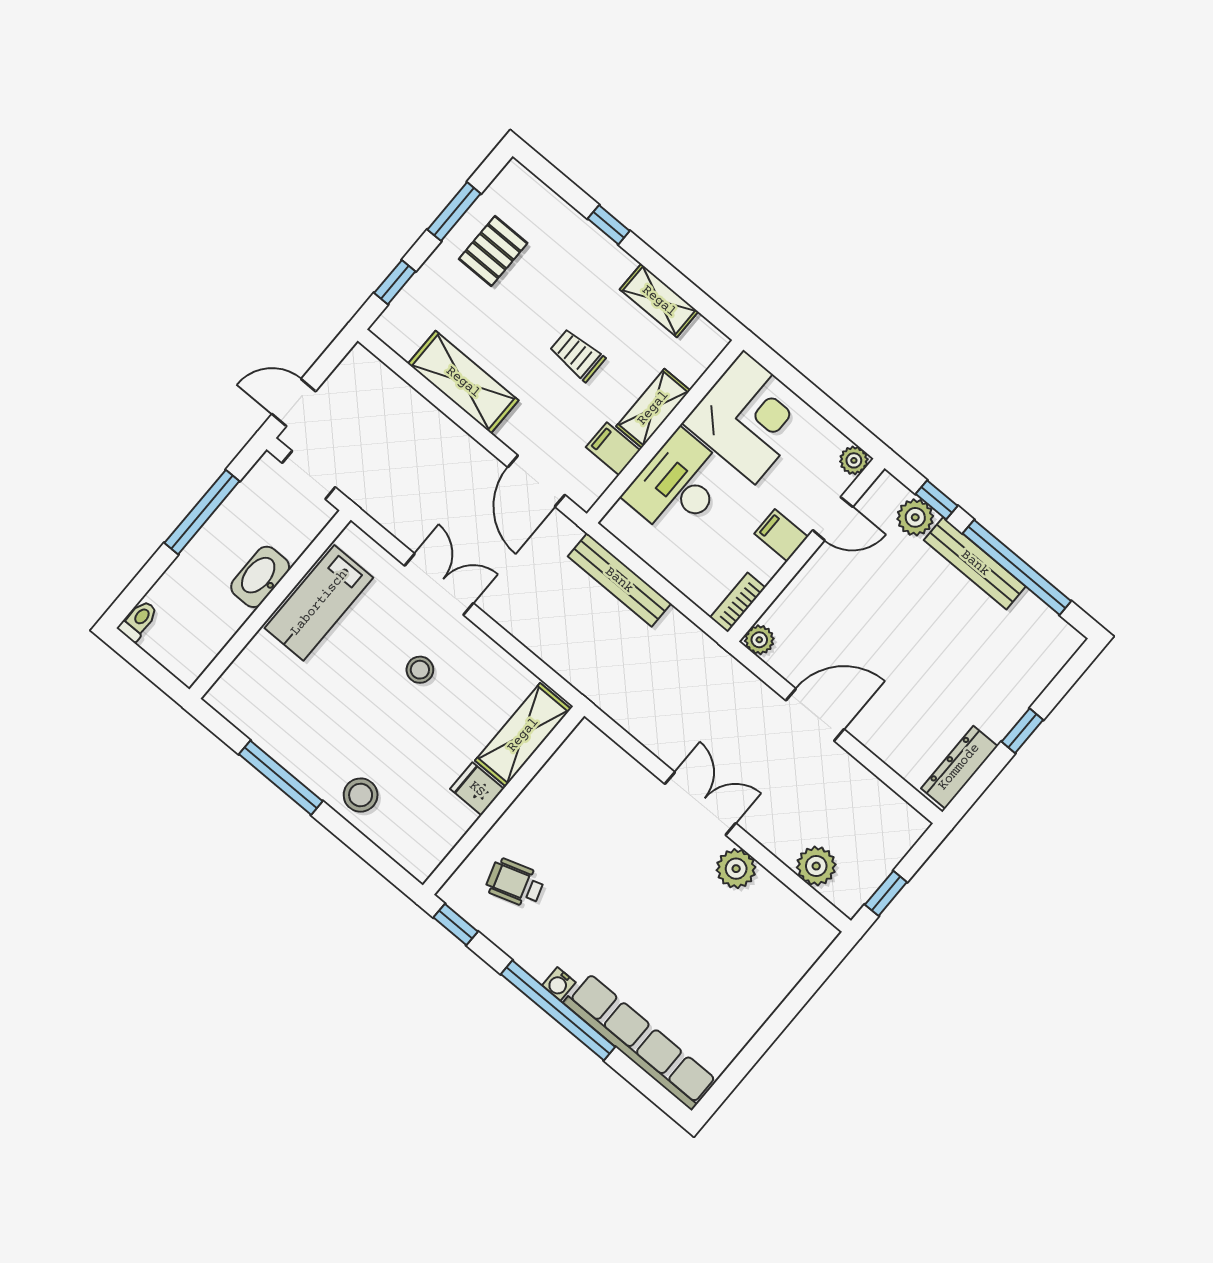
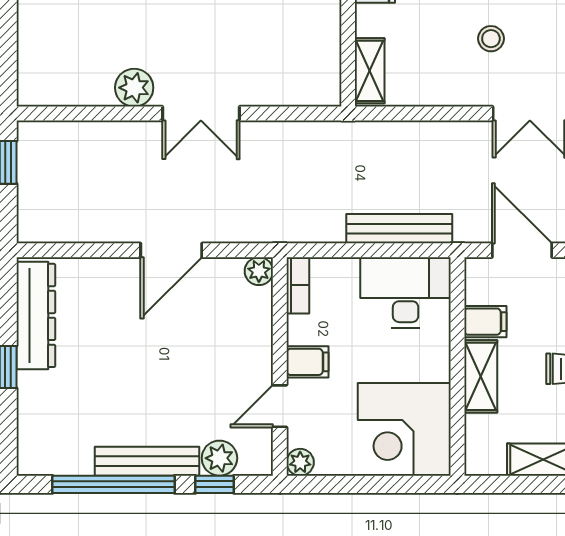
desk: (678, 485) -> (406, 293), moved, turned -90
shelving: (523, 735) -> (370, 71), width x0.67, depth x0.75
dresser: (959, 767) -> (36, 315), width x1.37, depth x1.24
plant: (816, 866) -> (77, 139), removed

